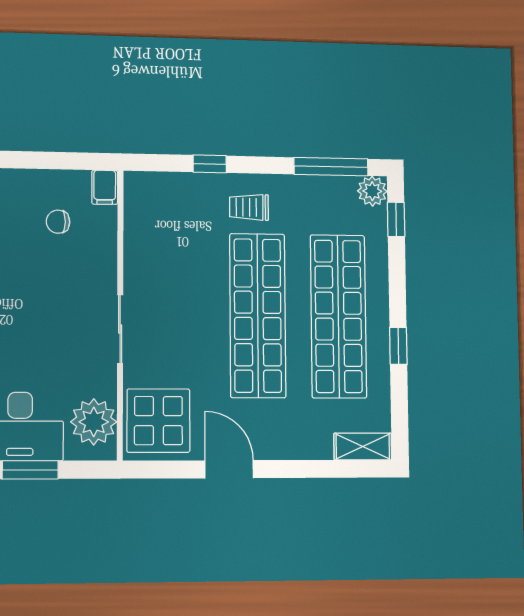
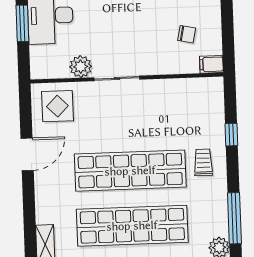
chair: (58, 222) -> (187, 34), turned 102
display table: (158, 421) -> (57, 106), width x0.73, depth x0.73
plant: (94, 422) -> (81, 67), moved, width x0.73, depth x0.73

